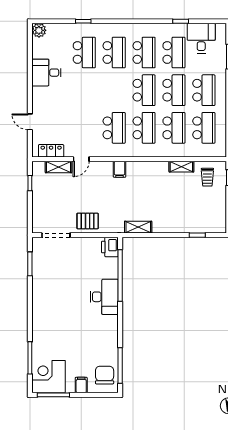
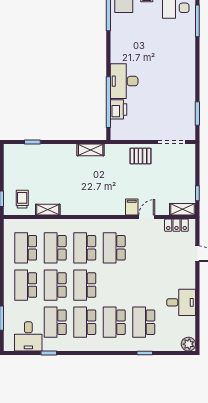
shelving: (59, 167) -> (183, 209), moved
filing cabinet: (120, 169) -> (132, 207), moved
printer: (110, 247) -> (118, 109), moved

